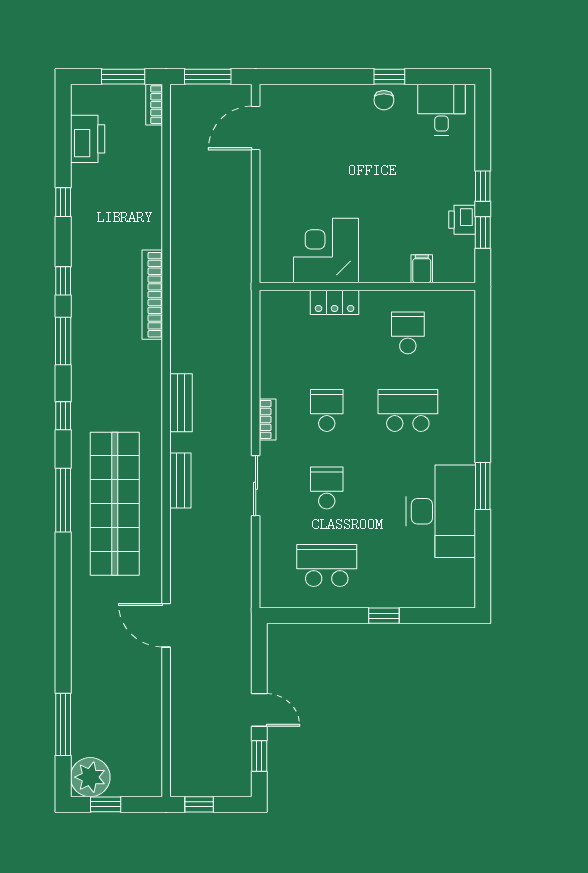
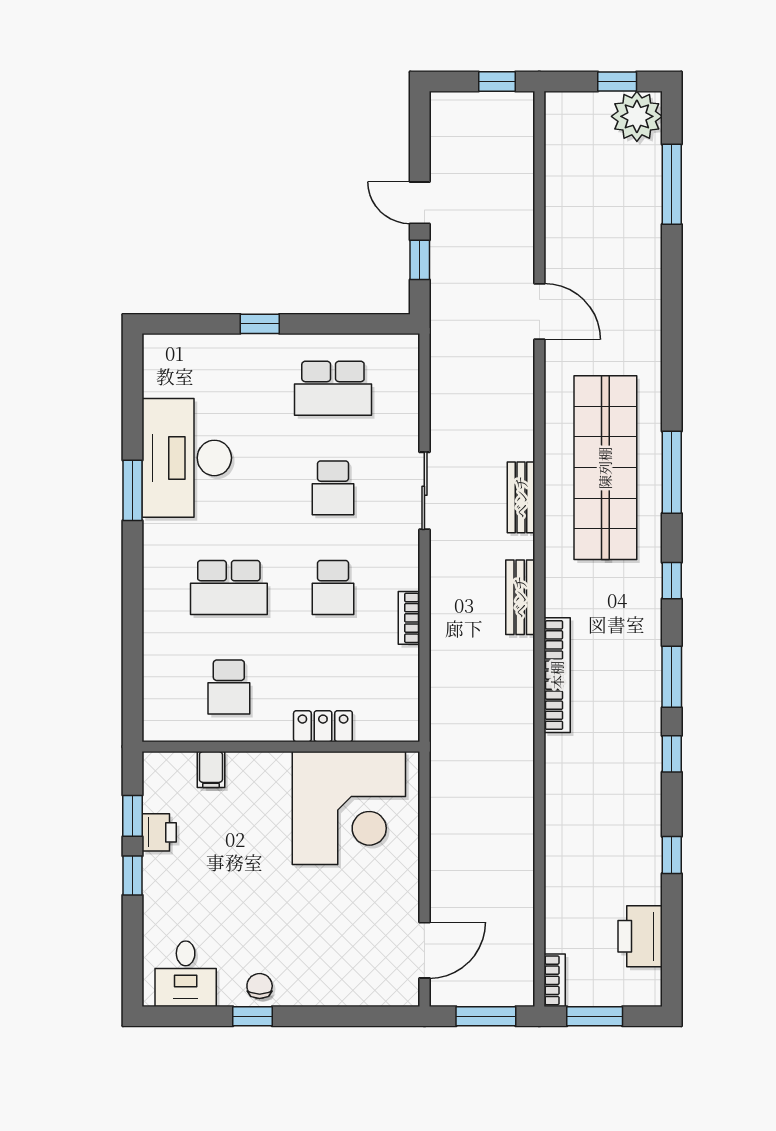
corner desk: (326, 250) -> (349, 808), width x1.36, depth x1.36
bookcase: (152, 295) -> (557, 675), moved
bookcase: (268, 419) -> (409, 618), moved
window: (259, 756) -> (420, 260), moved

